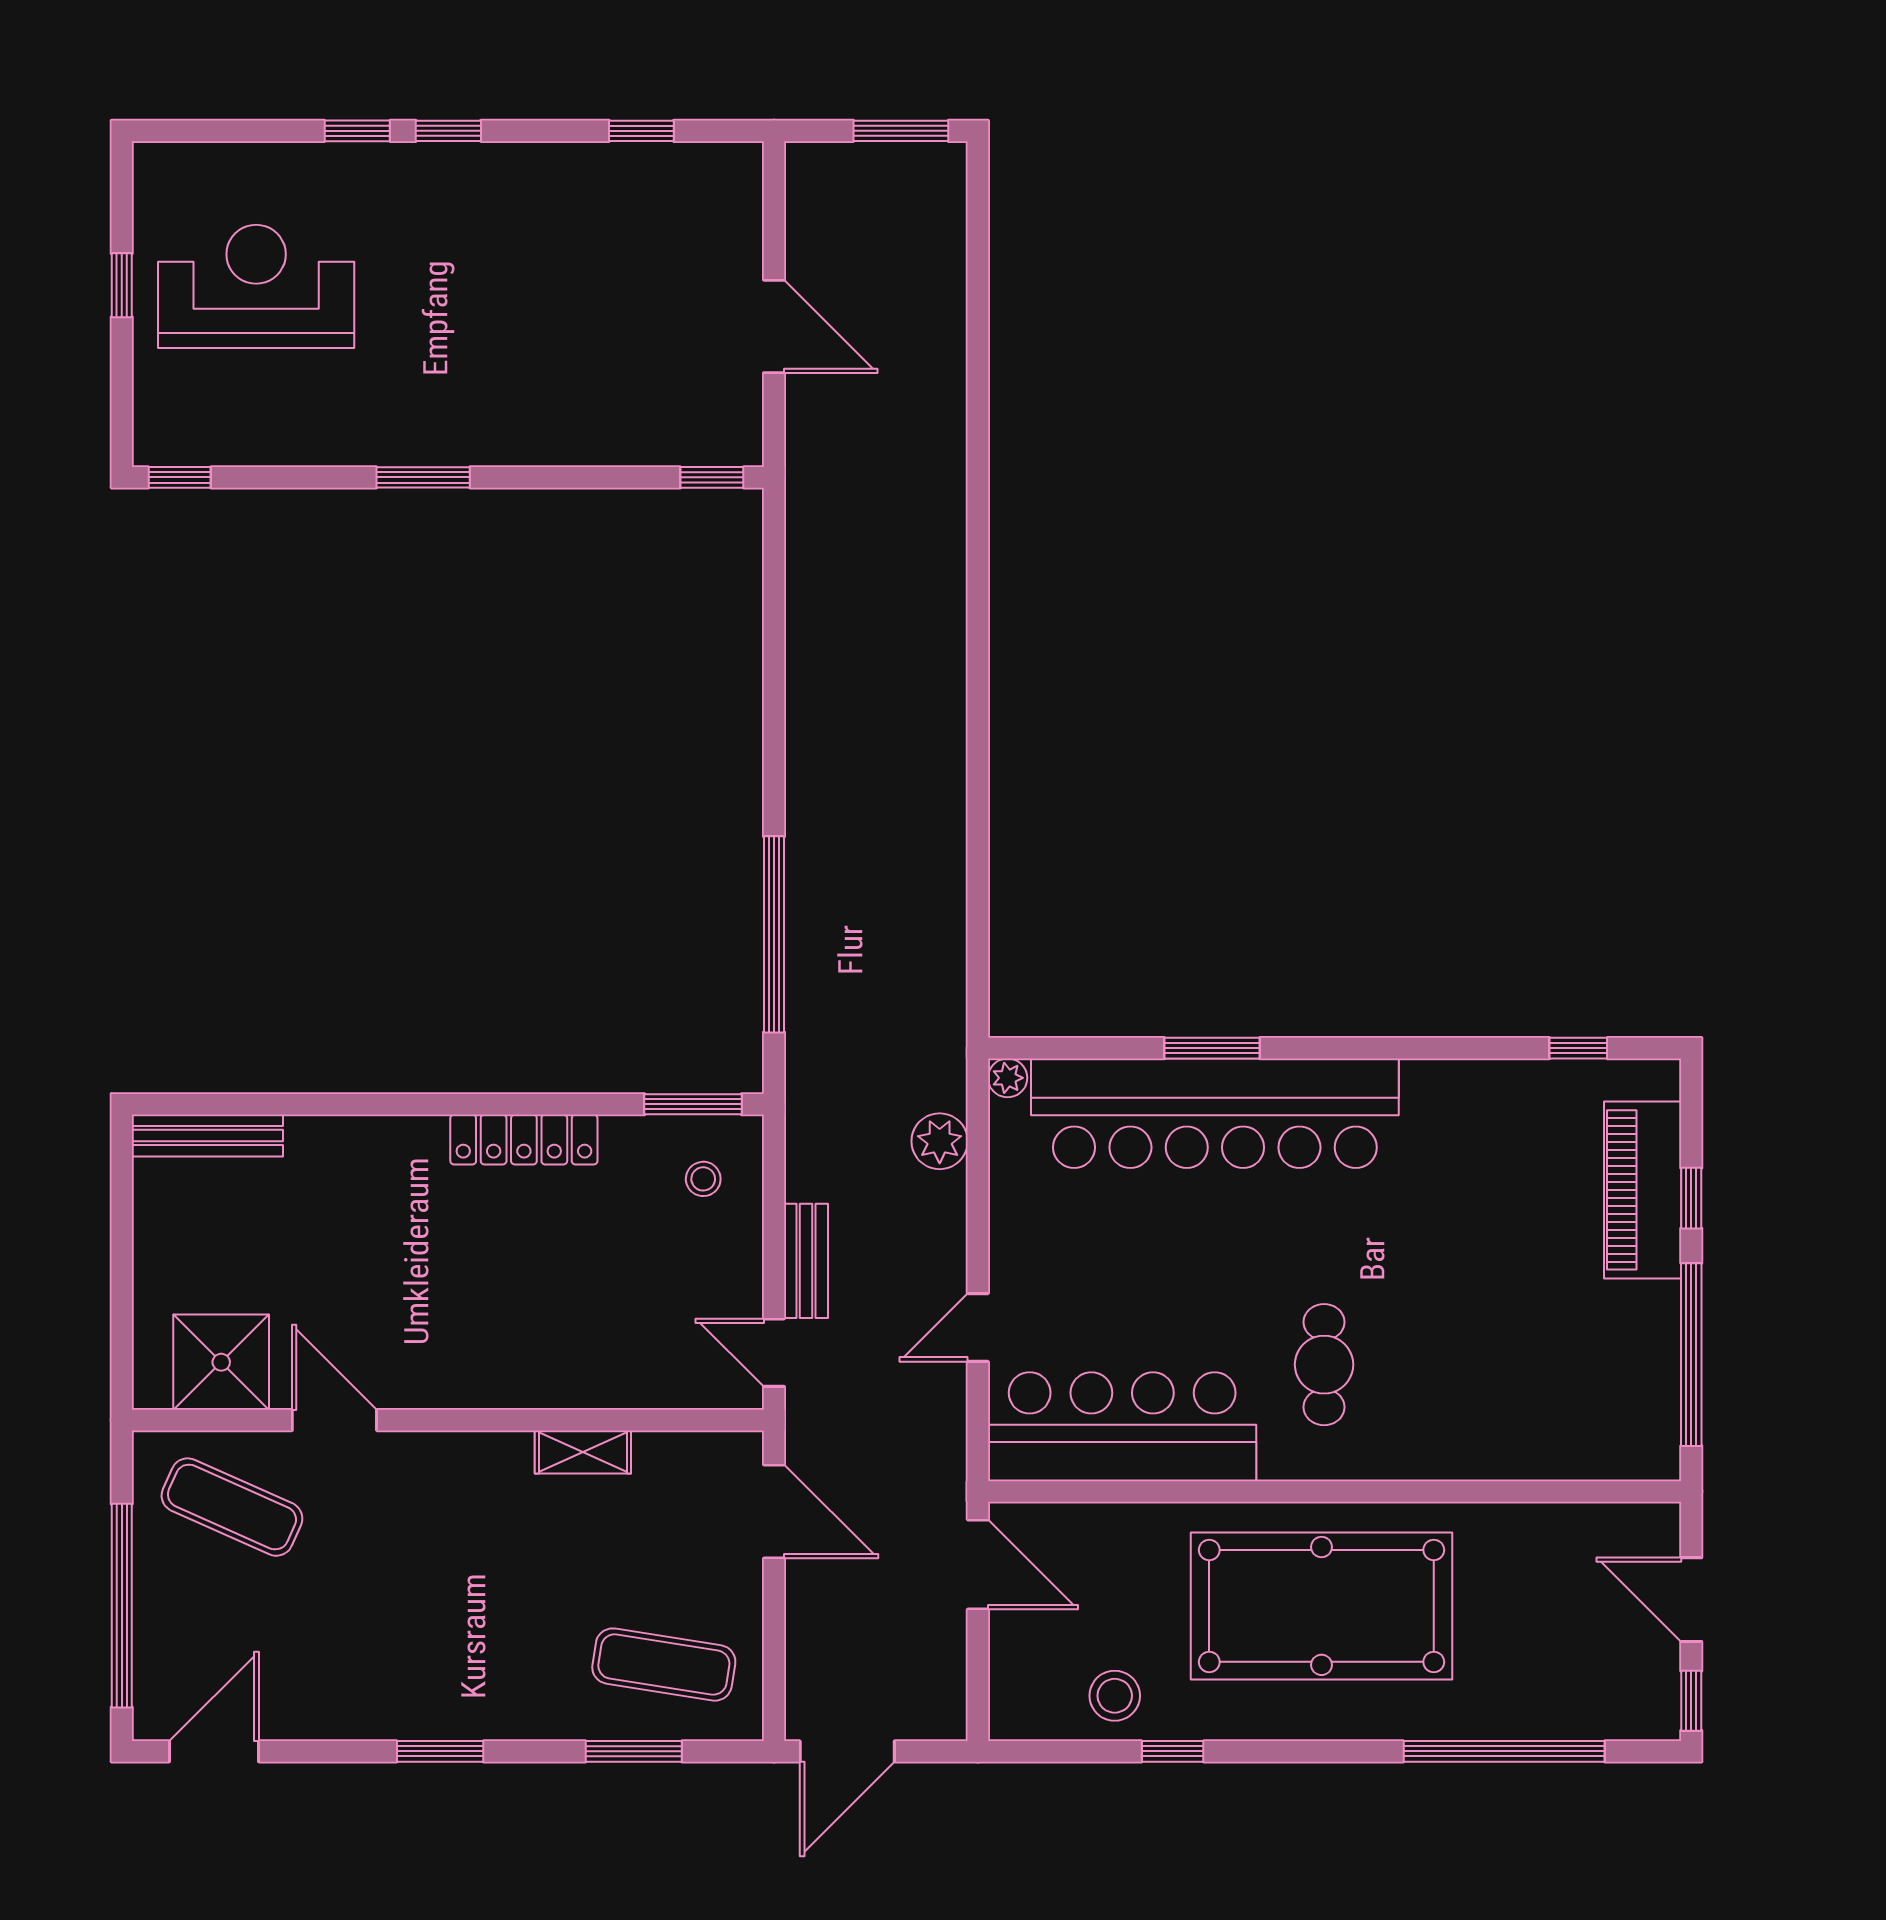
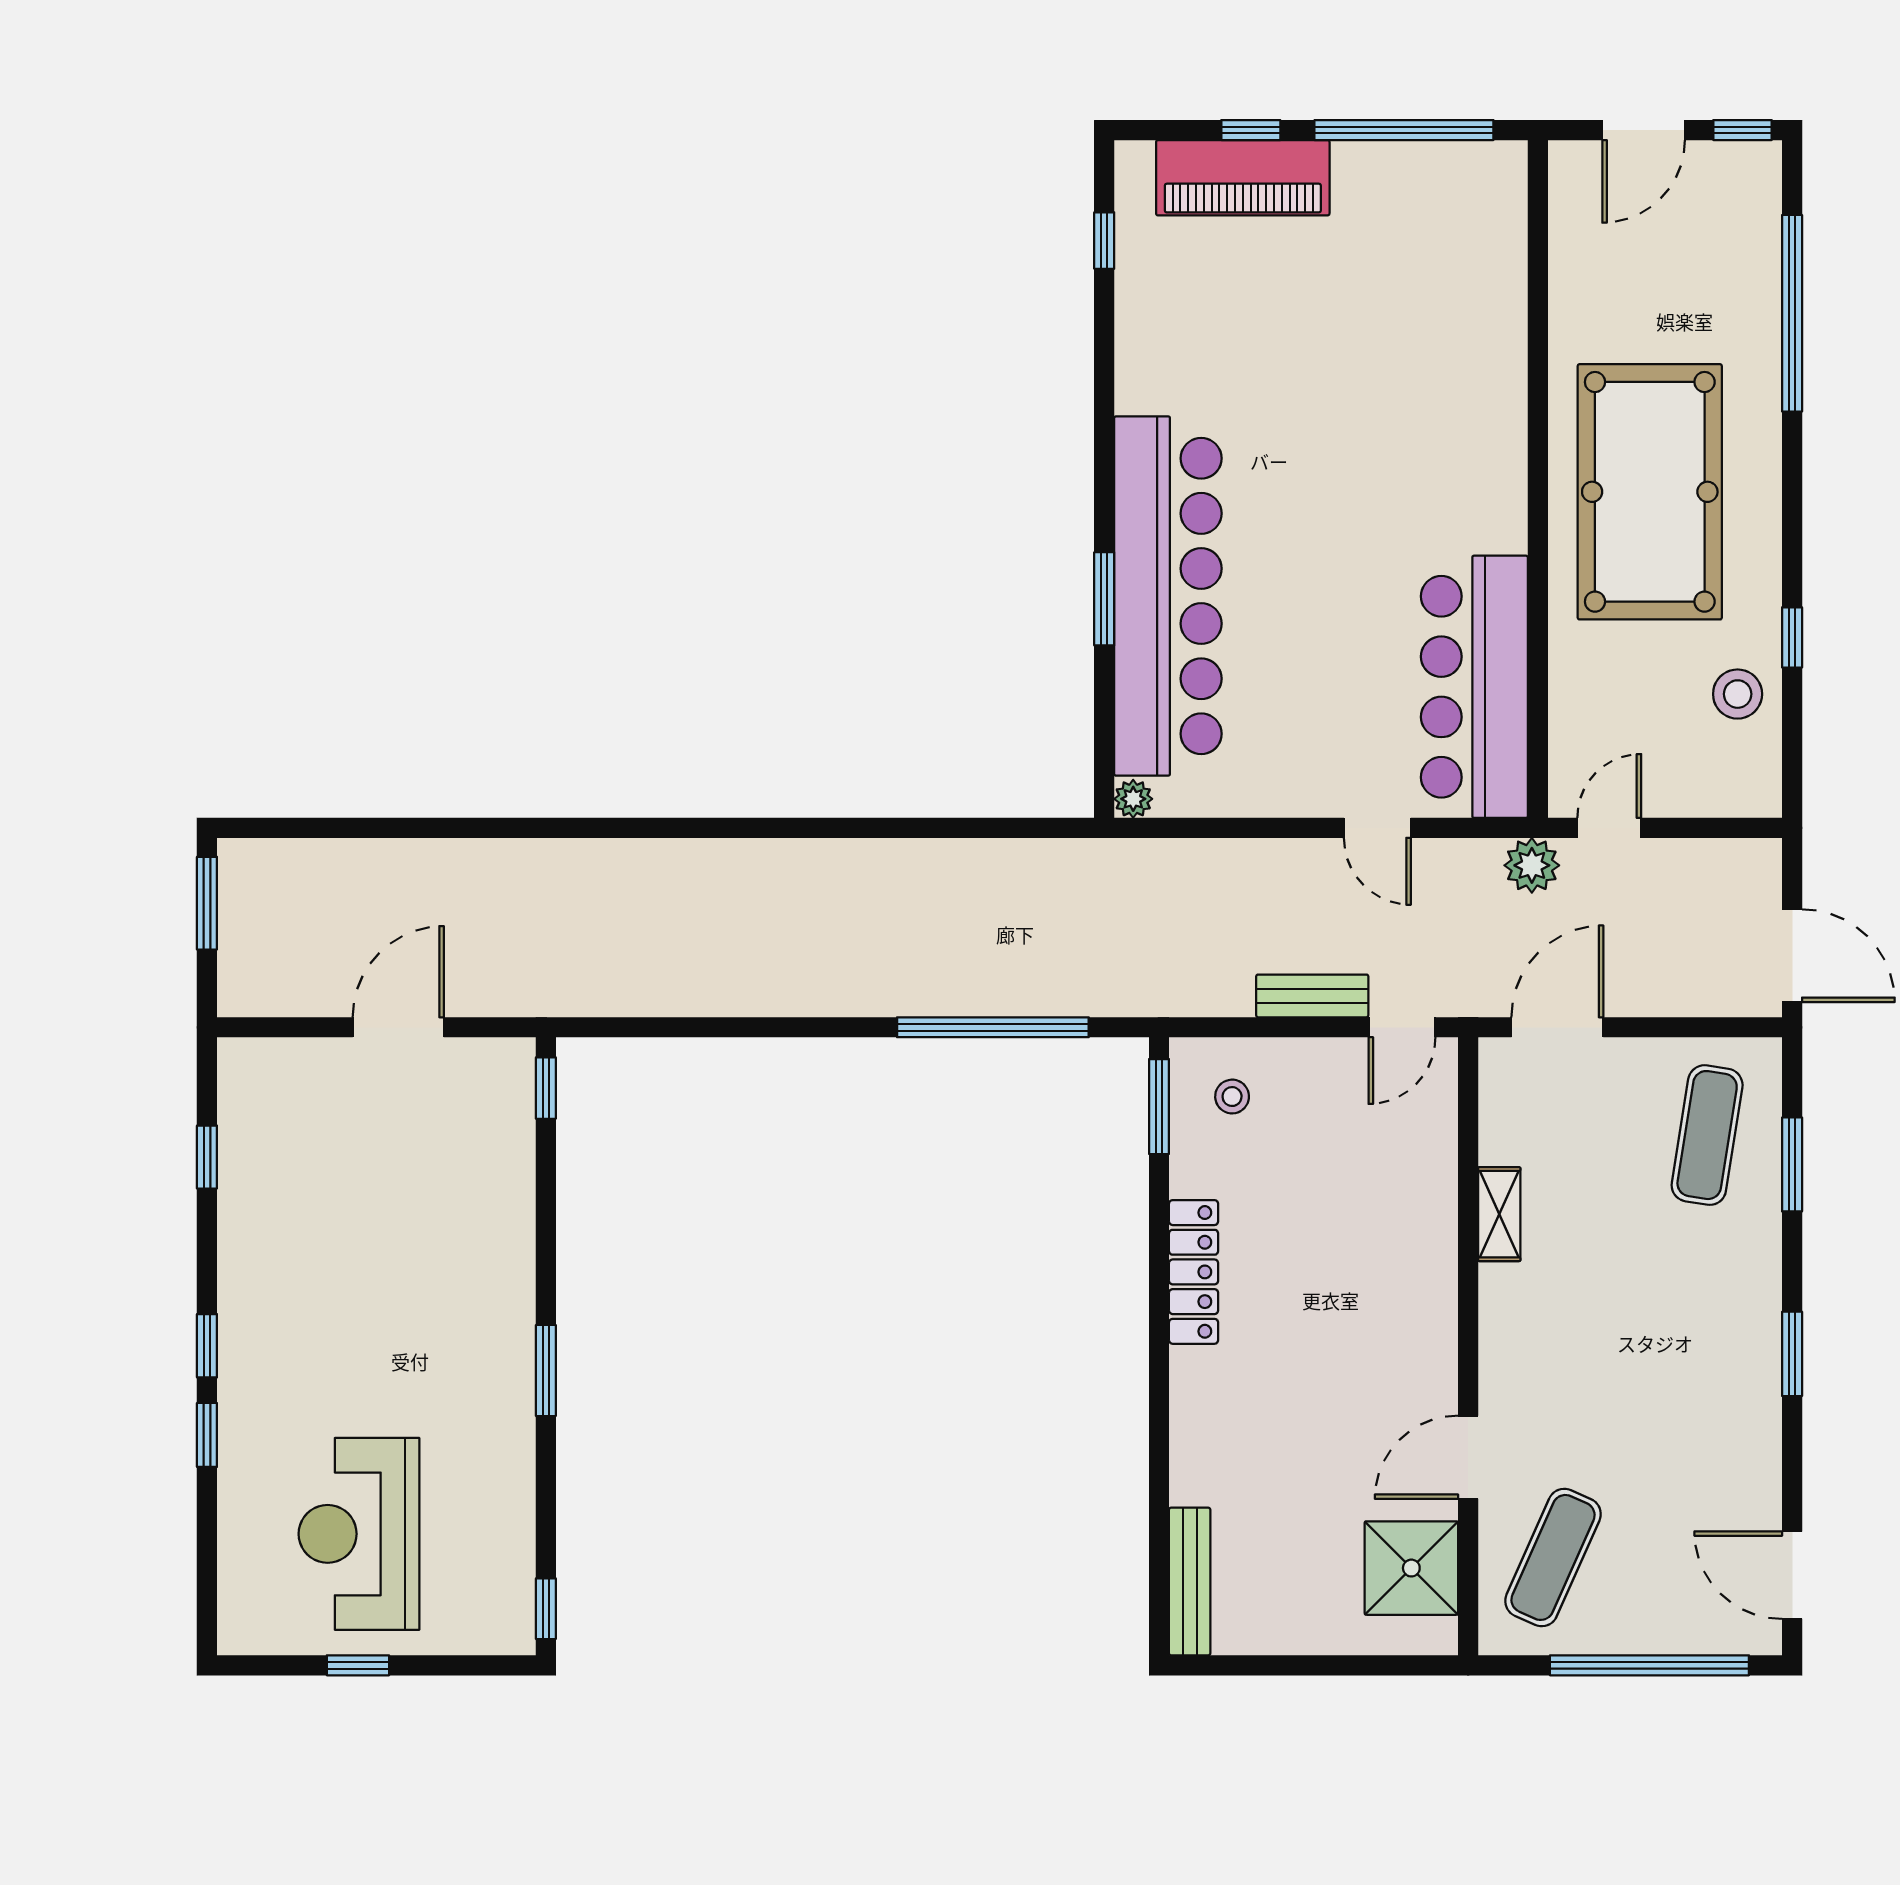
plant: (940, 1141) -> (1532, 865), moved
cafe table: (1324, 1365) -> (1414, 489), removed
door: (978, 1565) -> (1609, 828), width x0.73

